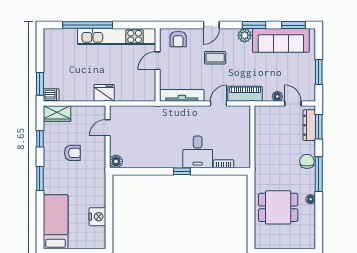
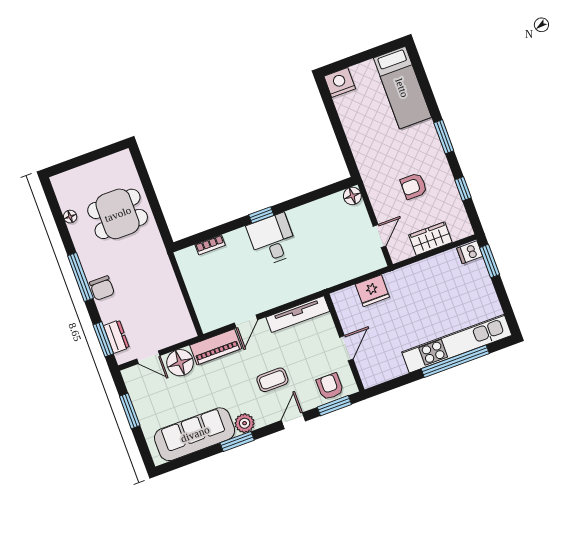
window: (293, 25) -> (334, 406), moved
kitchen unit: (117, 36) -> (457, 344), moved
fridge: (104, 93) -> (372, 291), moved
floor lamp: (277, 96) -> (180, 363), width x1.89, depth x1.89
wardrobe: (57, 113) -> (430, 239), moved
dresser: (309, 125) -> (116, 337), width x0.70
desk: (198, 152) -> (272, 240), moved
floor lamp: (311, 199) -> (70, 217), moved
nightstand: (97, 217) -> (340, 82), moved, turned 90

